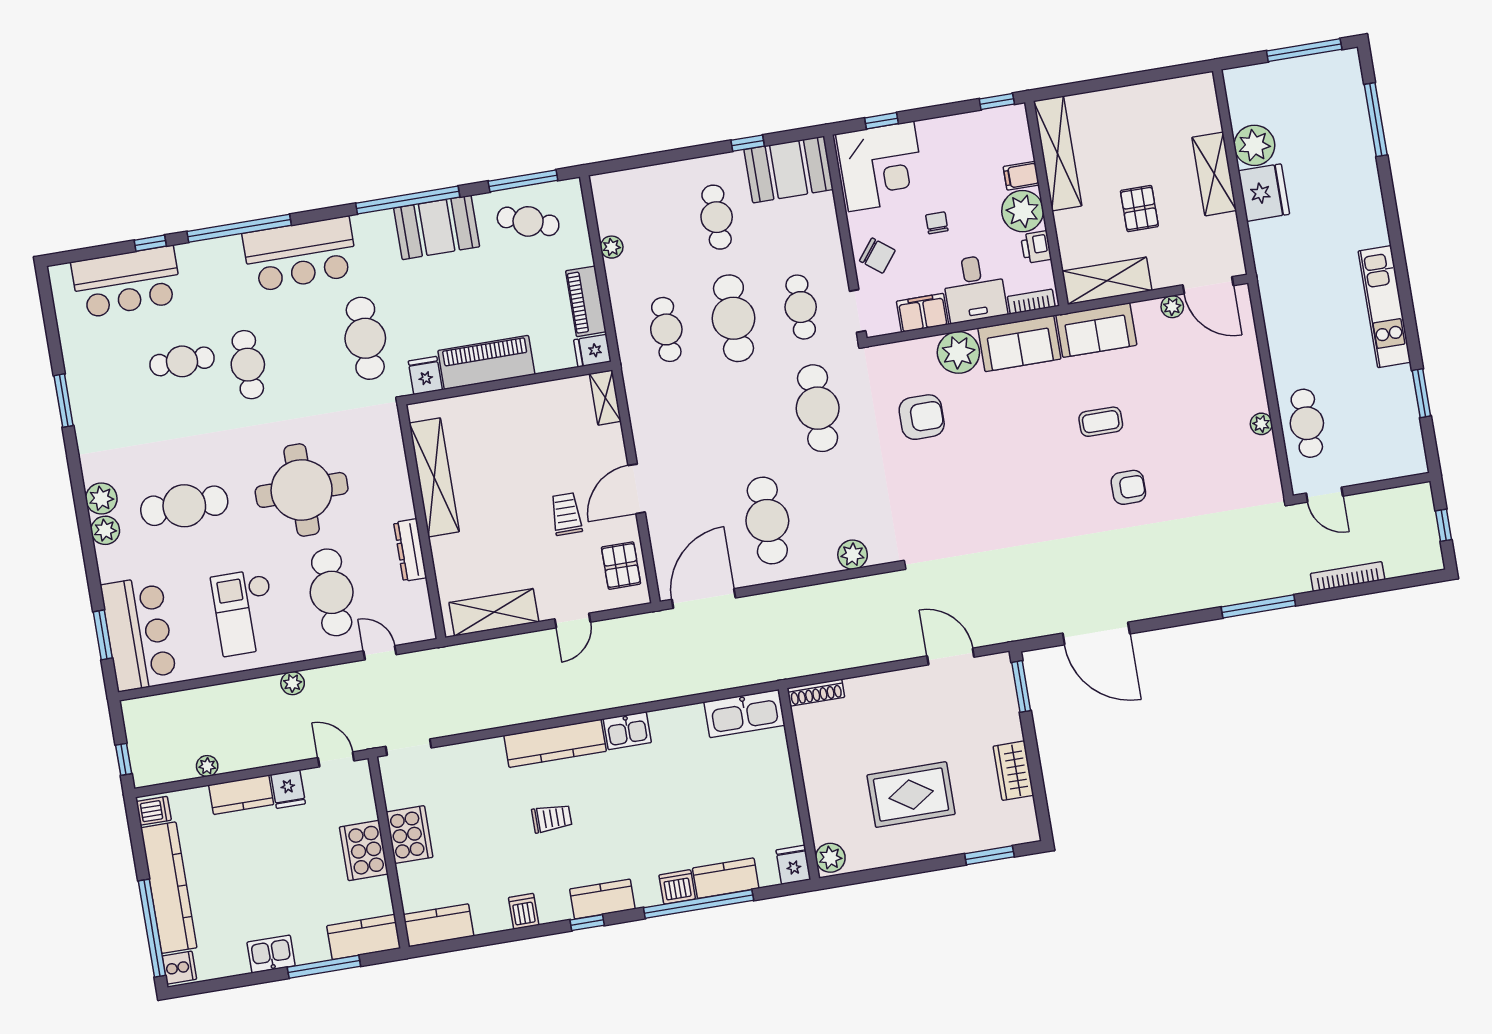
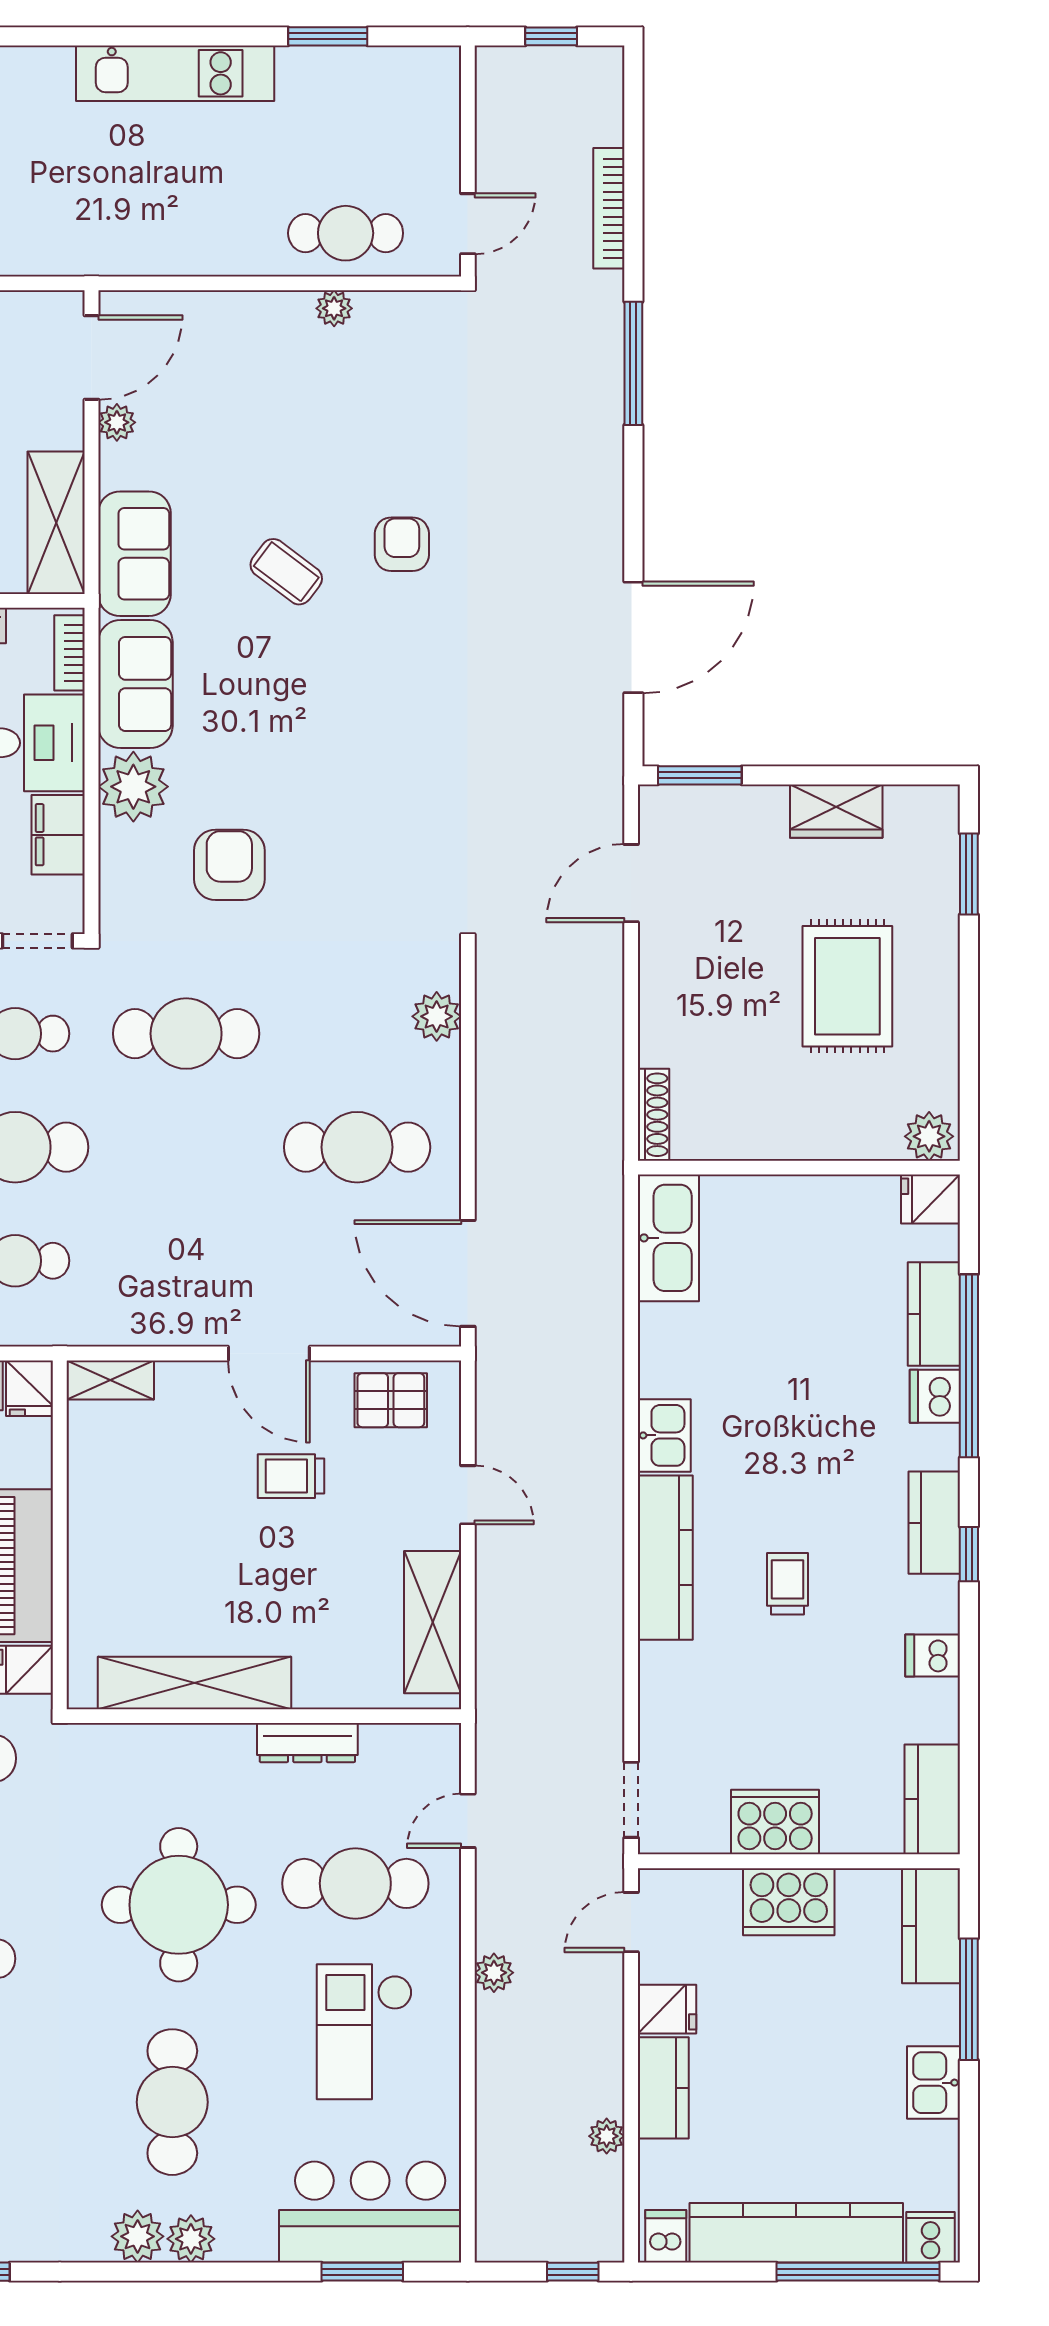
coffee table: (1101, 422) -> (286, 572), turned -53
checkout: (245, 612) -> (364, 2032), turned 90

